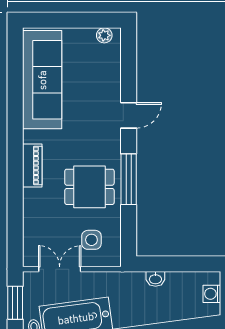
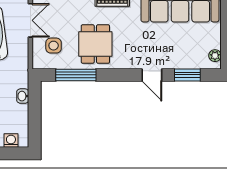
window: (129, 70) -> (187, 75), added
window: (129, 179) -> (76, 75), moved

